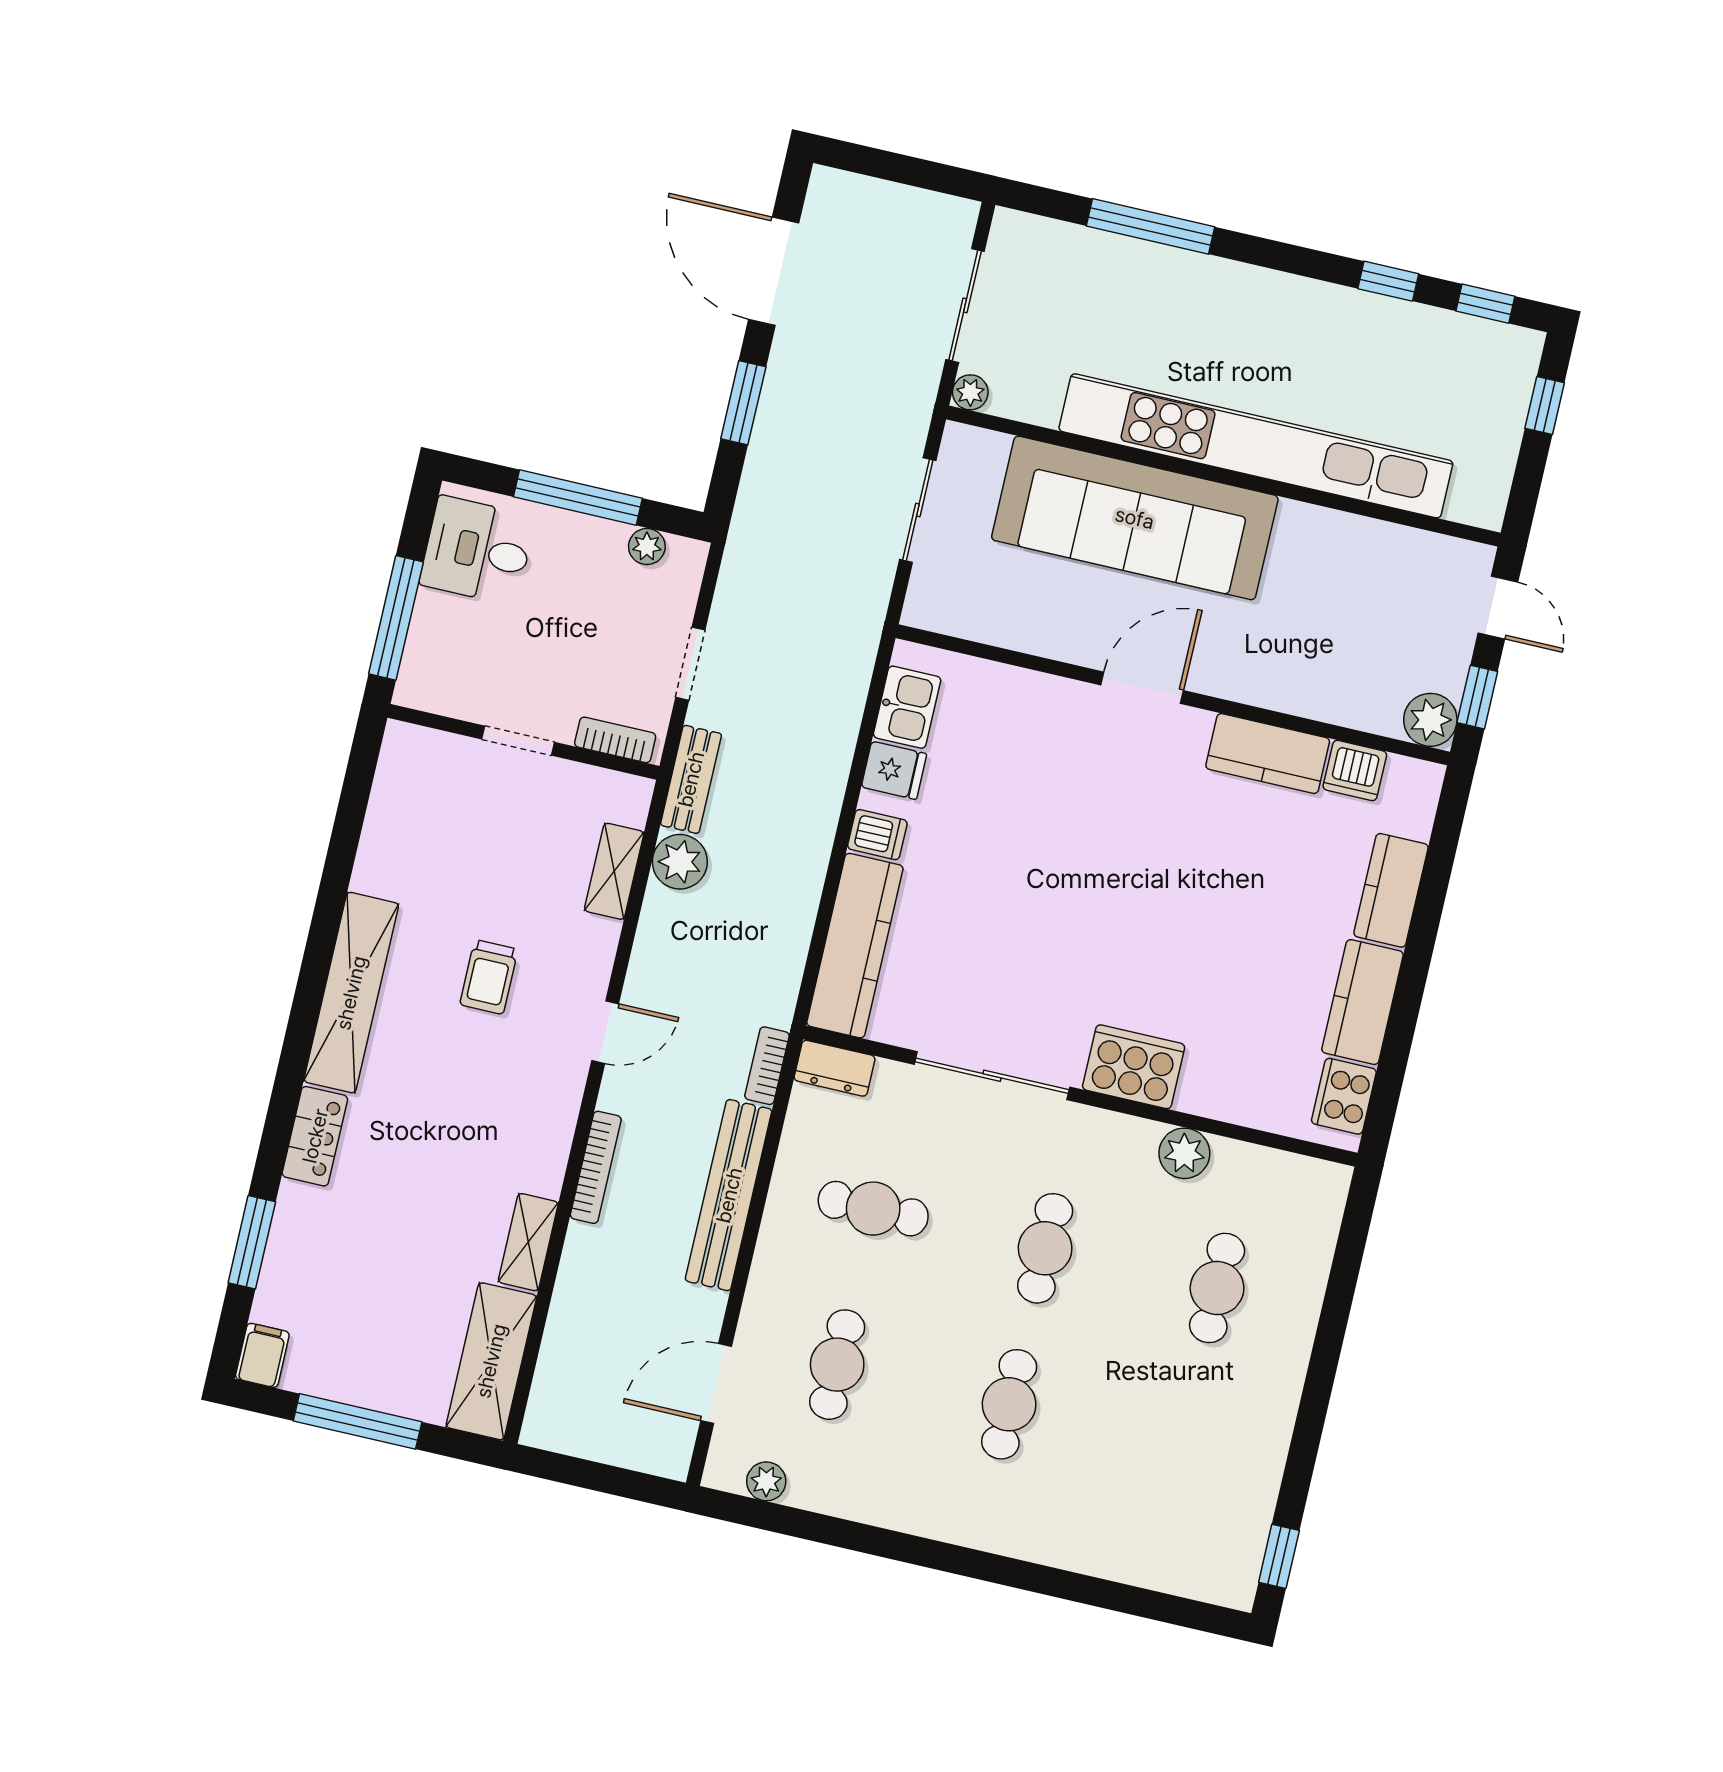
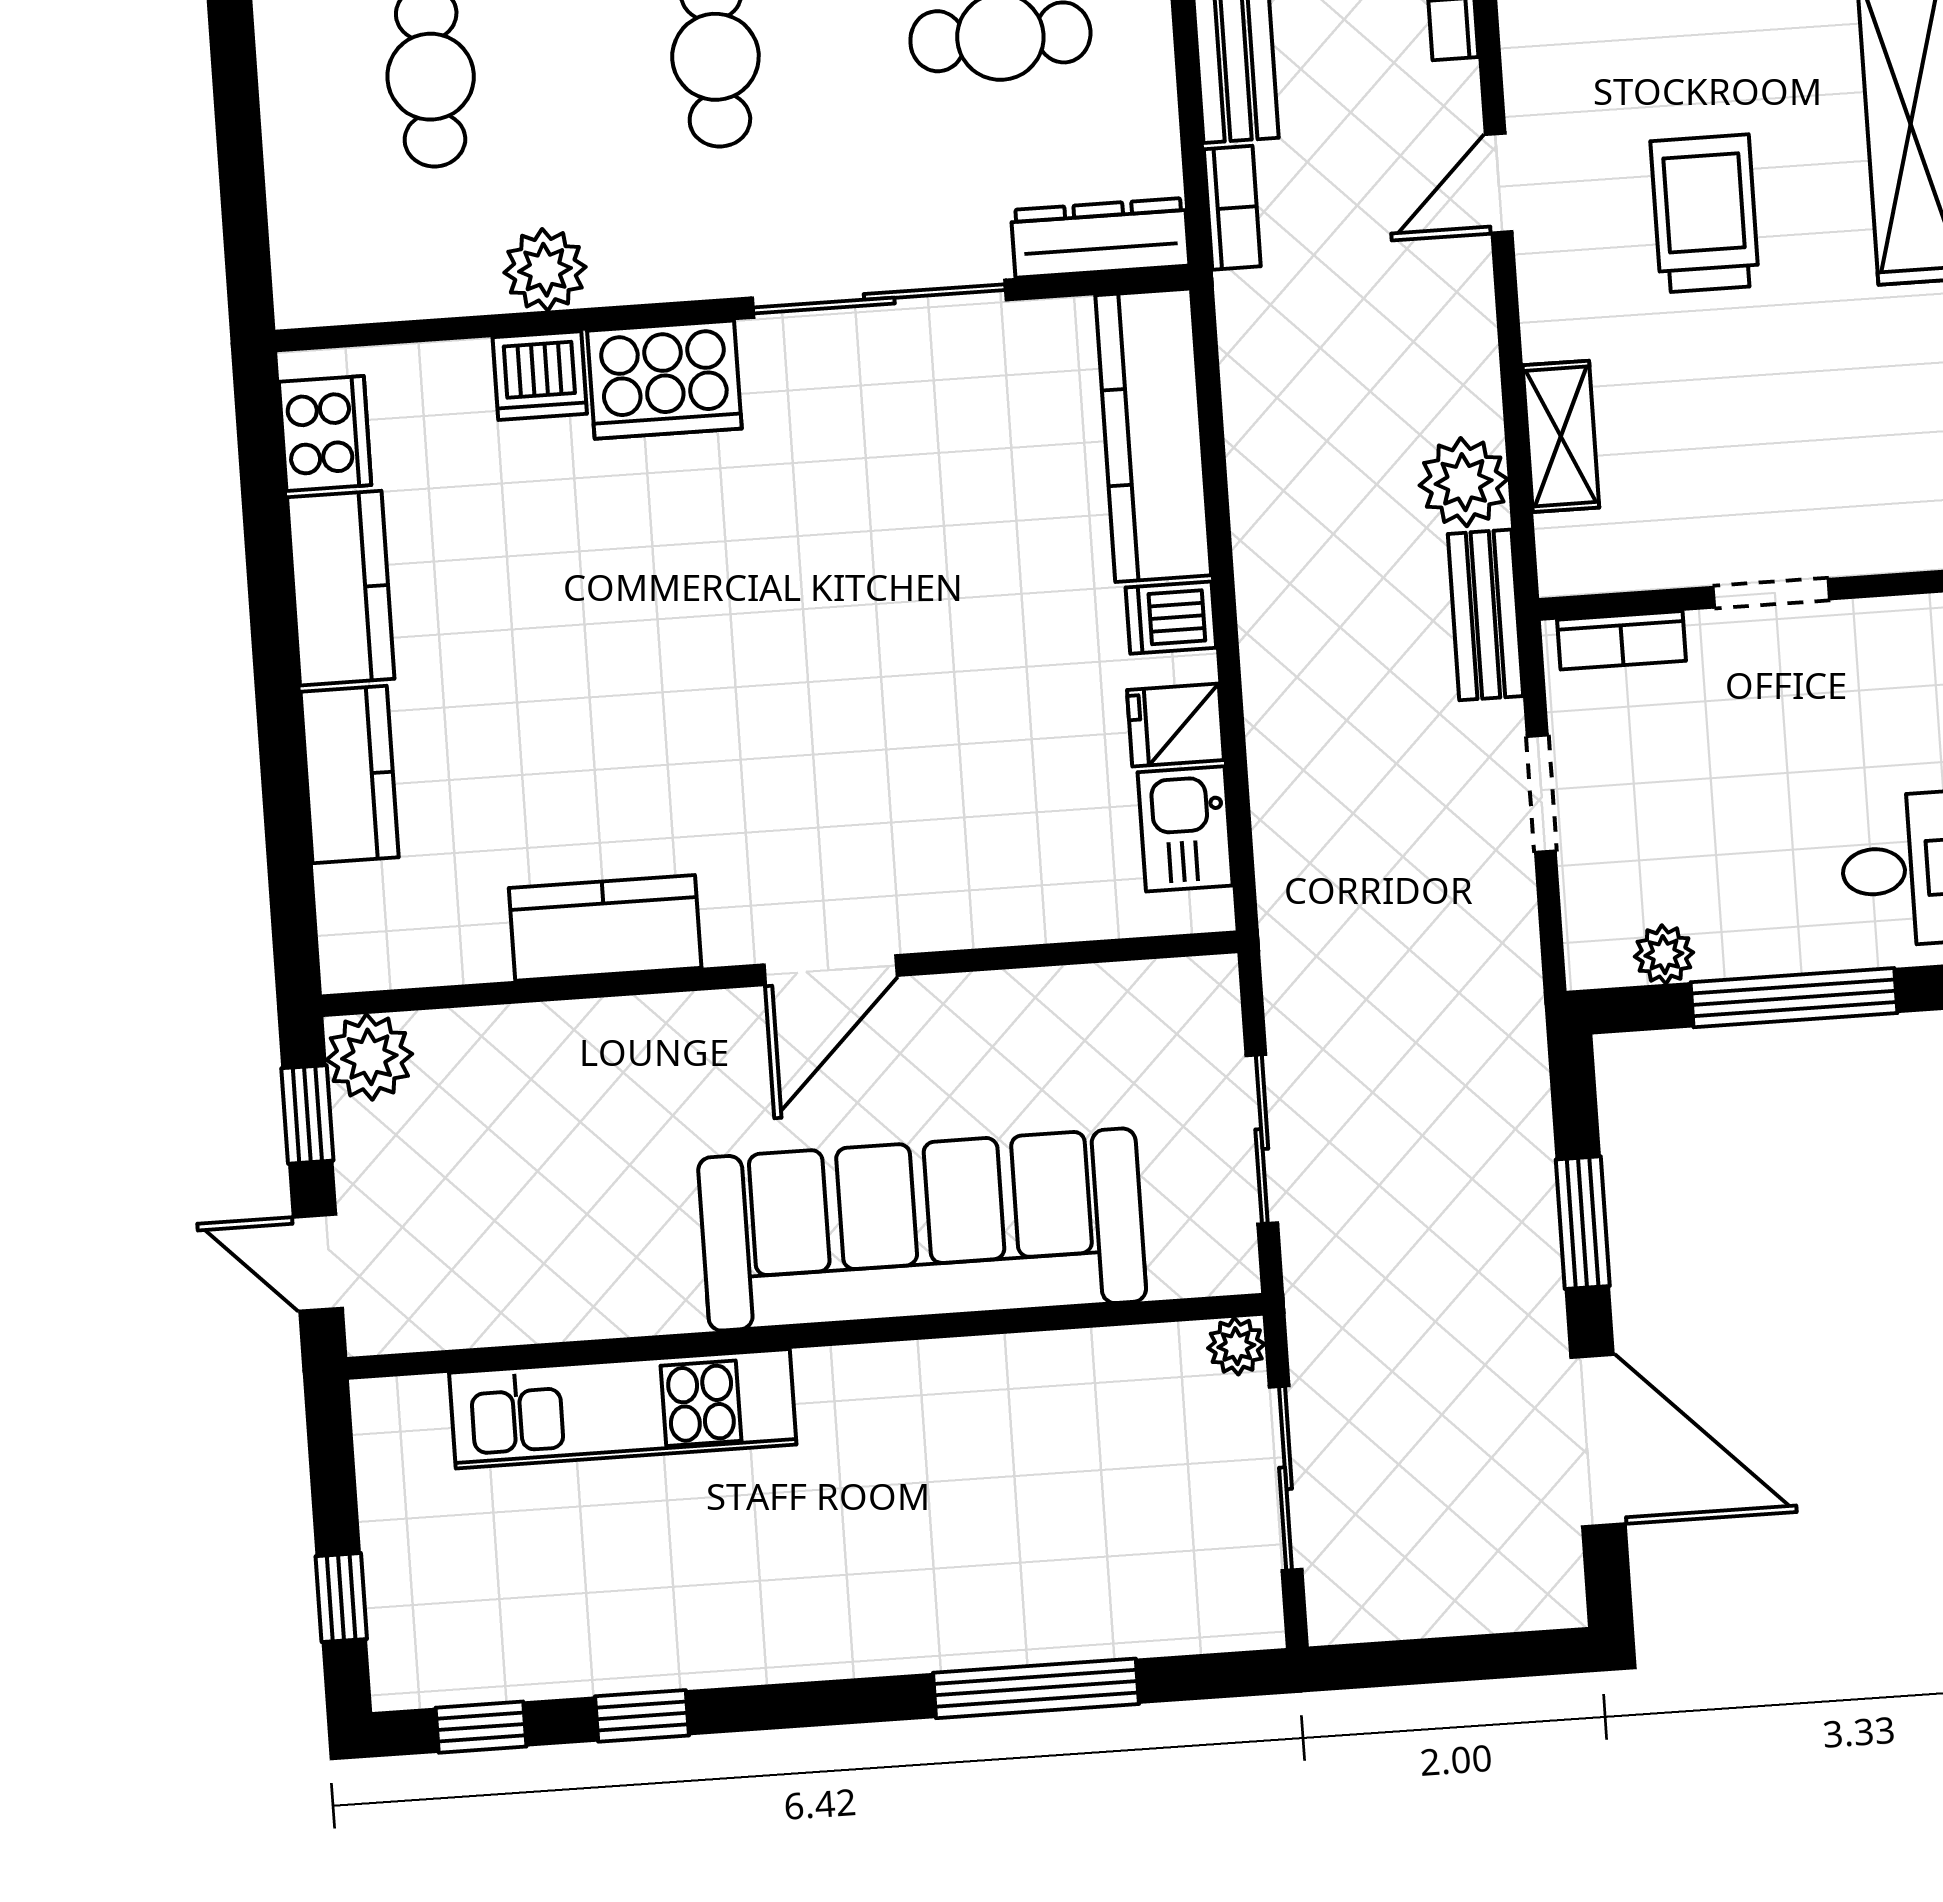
kitchen unit: (1256, 446) -> (623, 1409), width x0.54
dishwasher: (1355, 770) -> (540, 376), moved, turned 180
trolley: (489, 977) -> (1705, 214), width x1.36, depth x1.39
dresser: (835, 1068) -> (1100, 238), width x1.44

